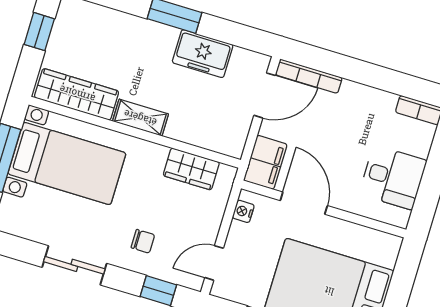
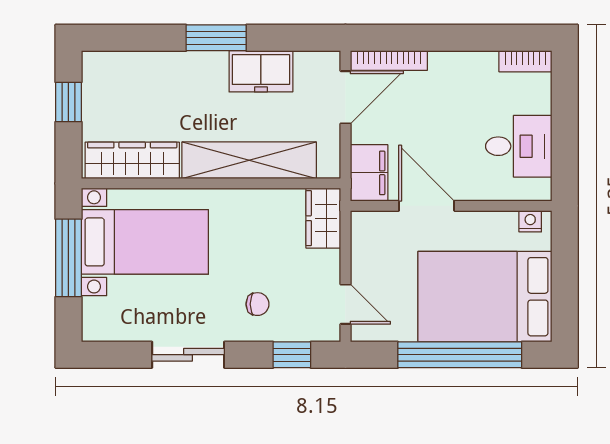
shelving: (140, 118) -> (249, 160), width x2.20, depth x1.33
wardrobe: (191, 169) -> (323, 218), moved, turned 90
nightstand: (243, 211) -> (530, 221), moved, turned 90
door: (214, 263) -> (345, 304), swing flipped

